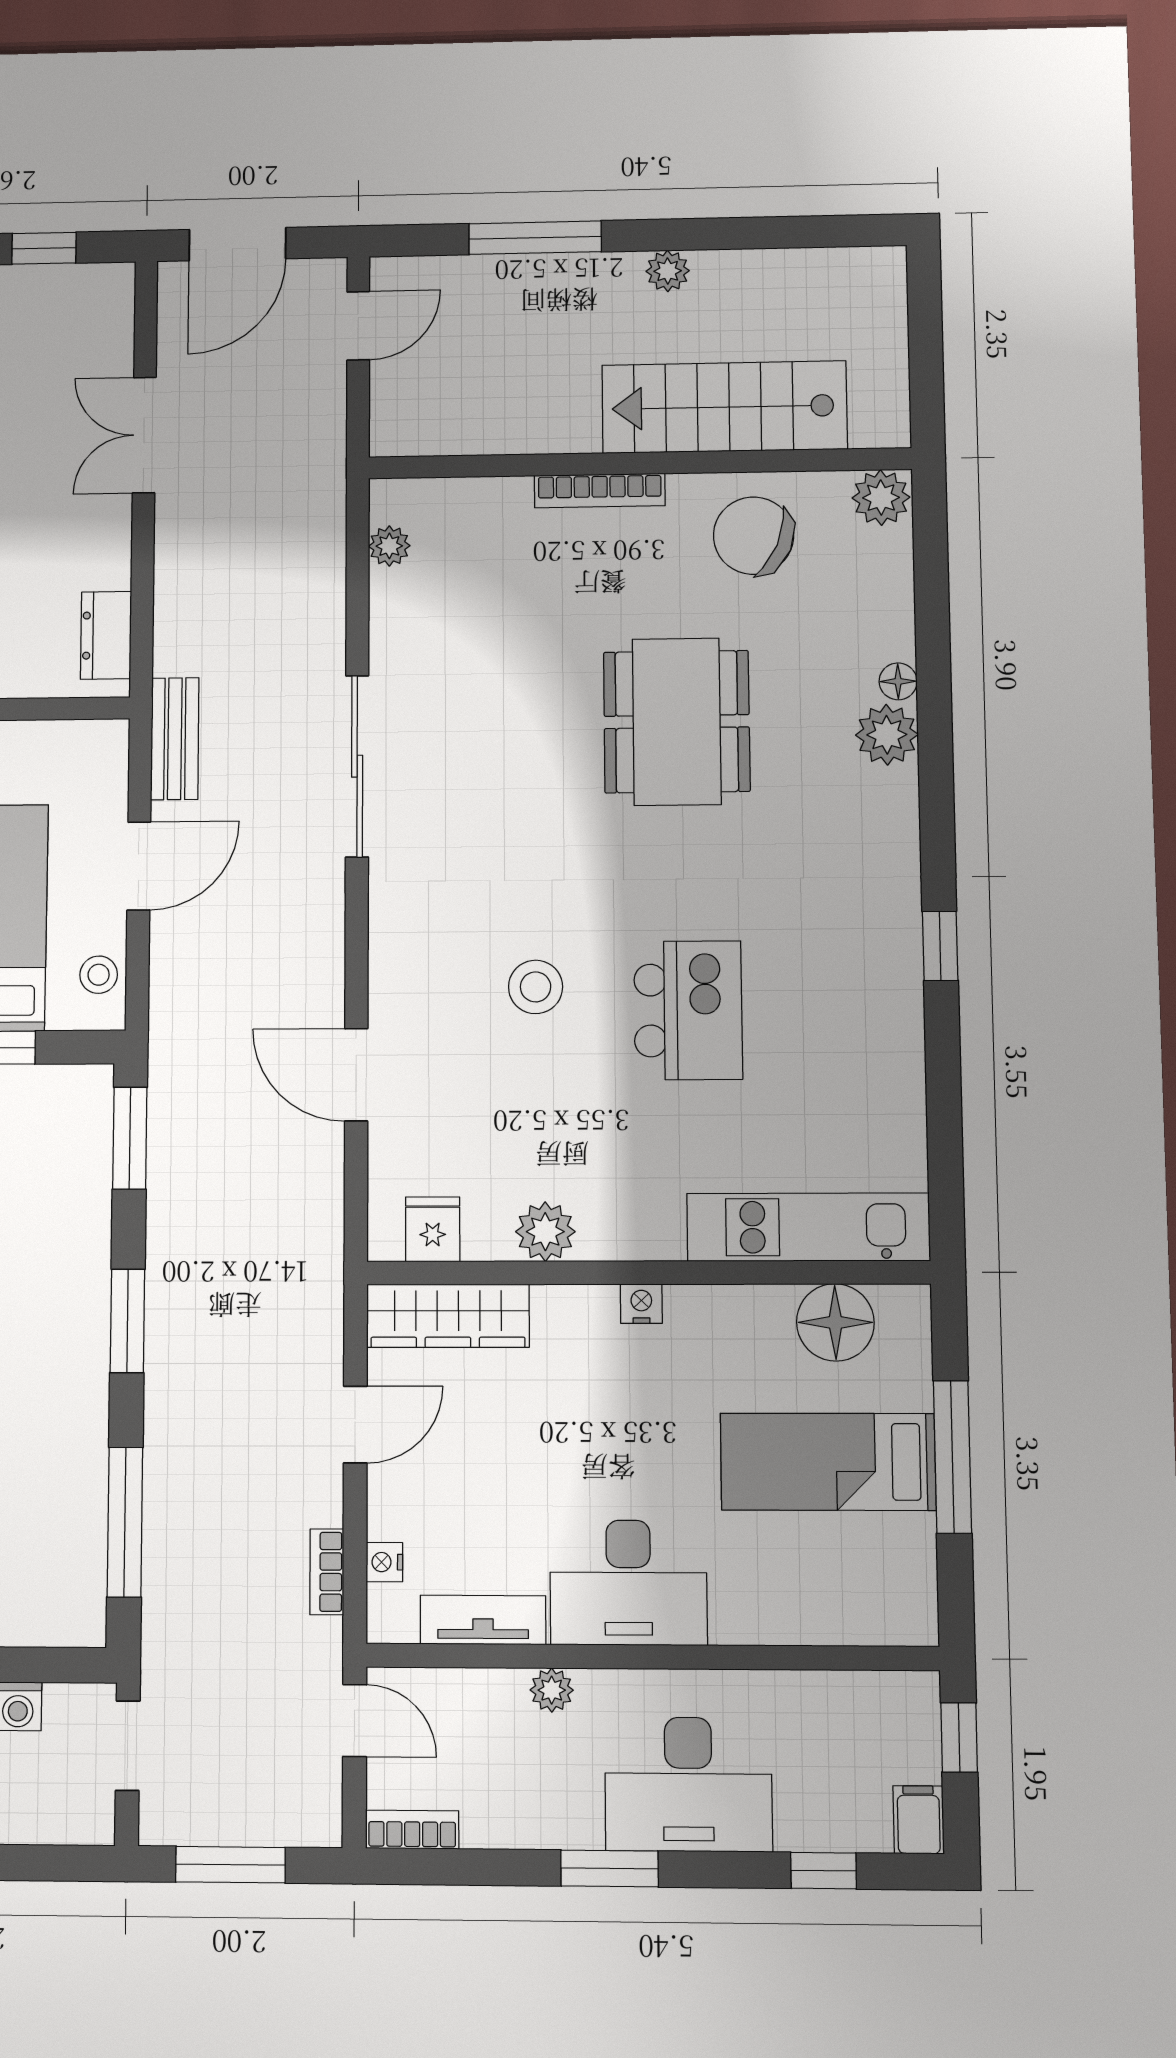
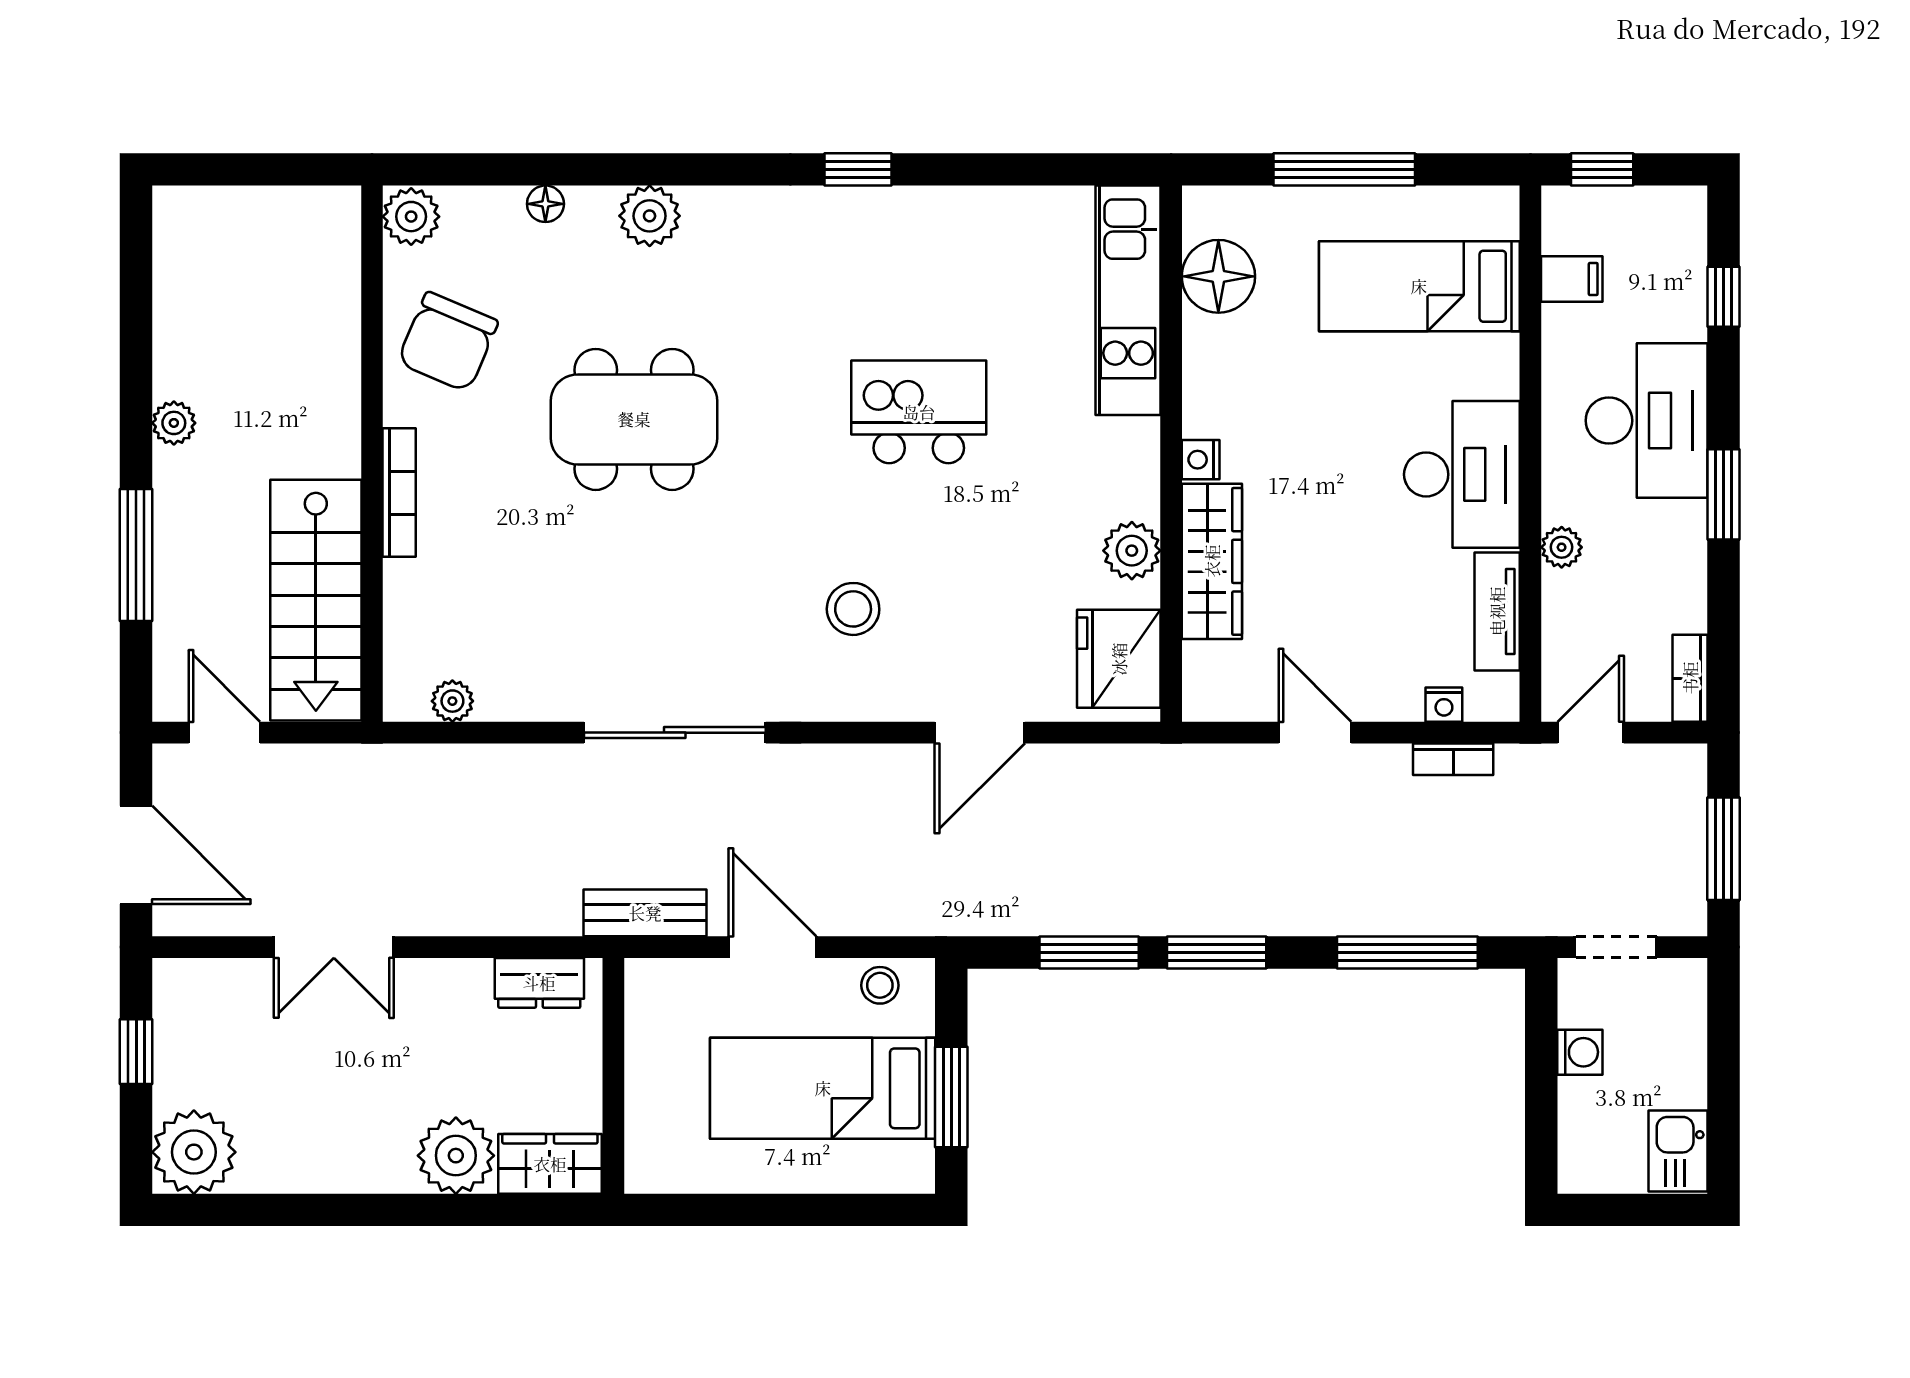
stairs: (724, 407) -> (316, 600), moved
floor lamp: (898, 681) -> (545, 204), moved
stool: (536, 987) -> (853, 609), moved
window: (130, 1138) -> (1089, 952), moved
fridge: (433, 1229) -> (1119, 659), width x1.88, depth x1.34
wardrobe: (448, 1316) -> (1212, 561), moved
bed: (828, 1462) -> (1419, 286), moved, turned 90
filing cabinet: (919, 1820) -> (1572, 279), moved, turned 180

